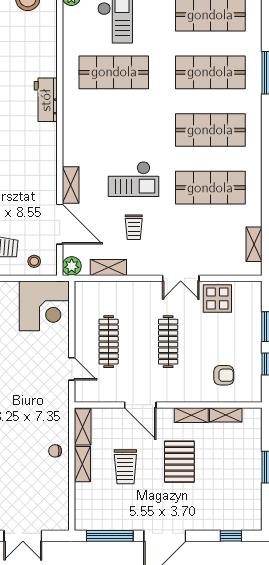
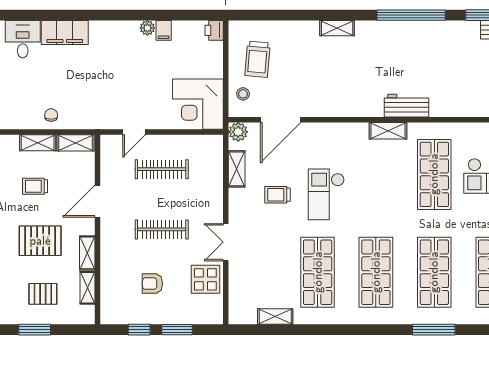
shelving: (71, 185) -> (388, 131), moved
shelving: (254, 244) -> (275, 316), moved
armchair: (224, 375) -> (152, 284), moved, turned 90
pallet: (232, 459) -> (43, 294), added
trolley: (125, 467) -> (35, 186), width x0.73, depth x0.72

